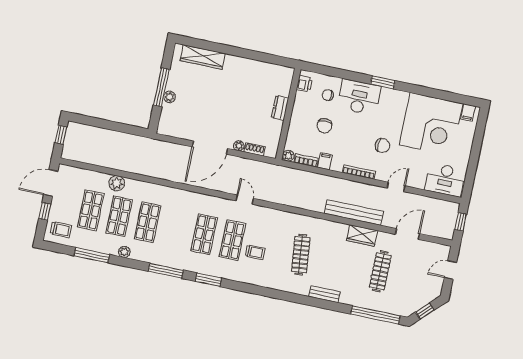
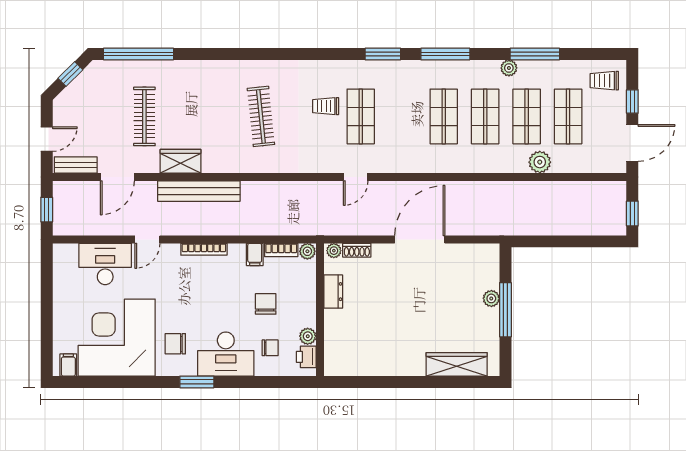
plant: (300, 98) -> (308, 336), added
dresser: (280, 108) -> (333, 292), moved
plant: (239, 146) -> (334, 251), moved
chair: (382, 146) -> (175, 344), moved
desk: (445, 180) -> (105, 264), moved
door: (245, 200) -> (356, 177), hinge flipped
shop shelf: (204, 234) -> (444, 116), moved
window: (92, 255) -> (535, 54), moved
bench: (325, 294) -> (76, 165), moved

